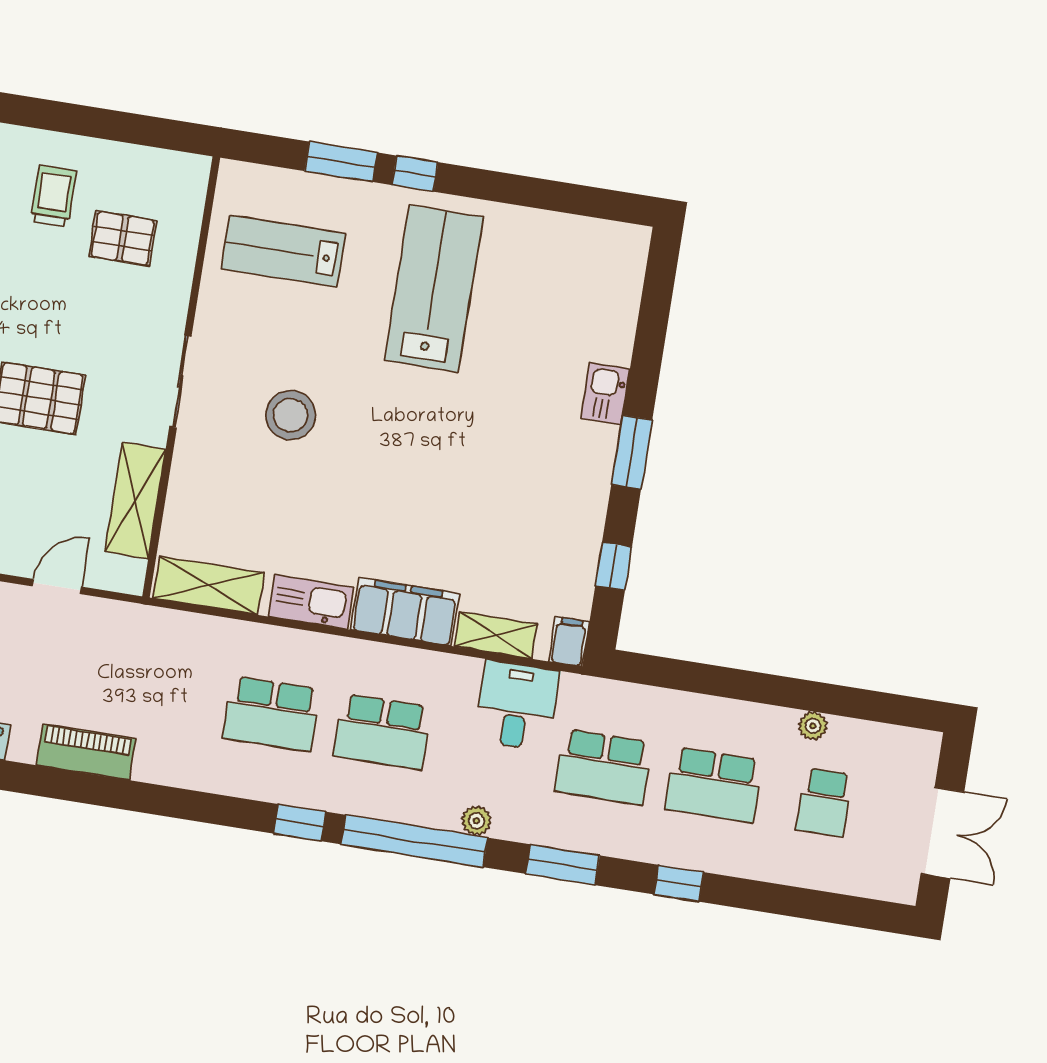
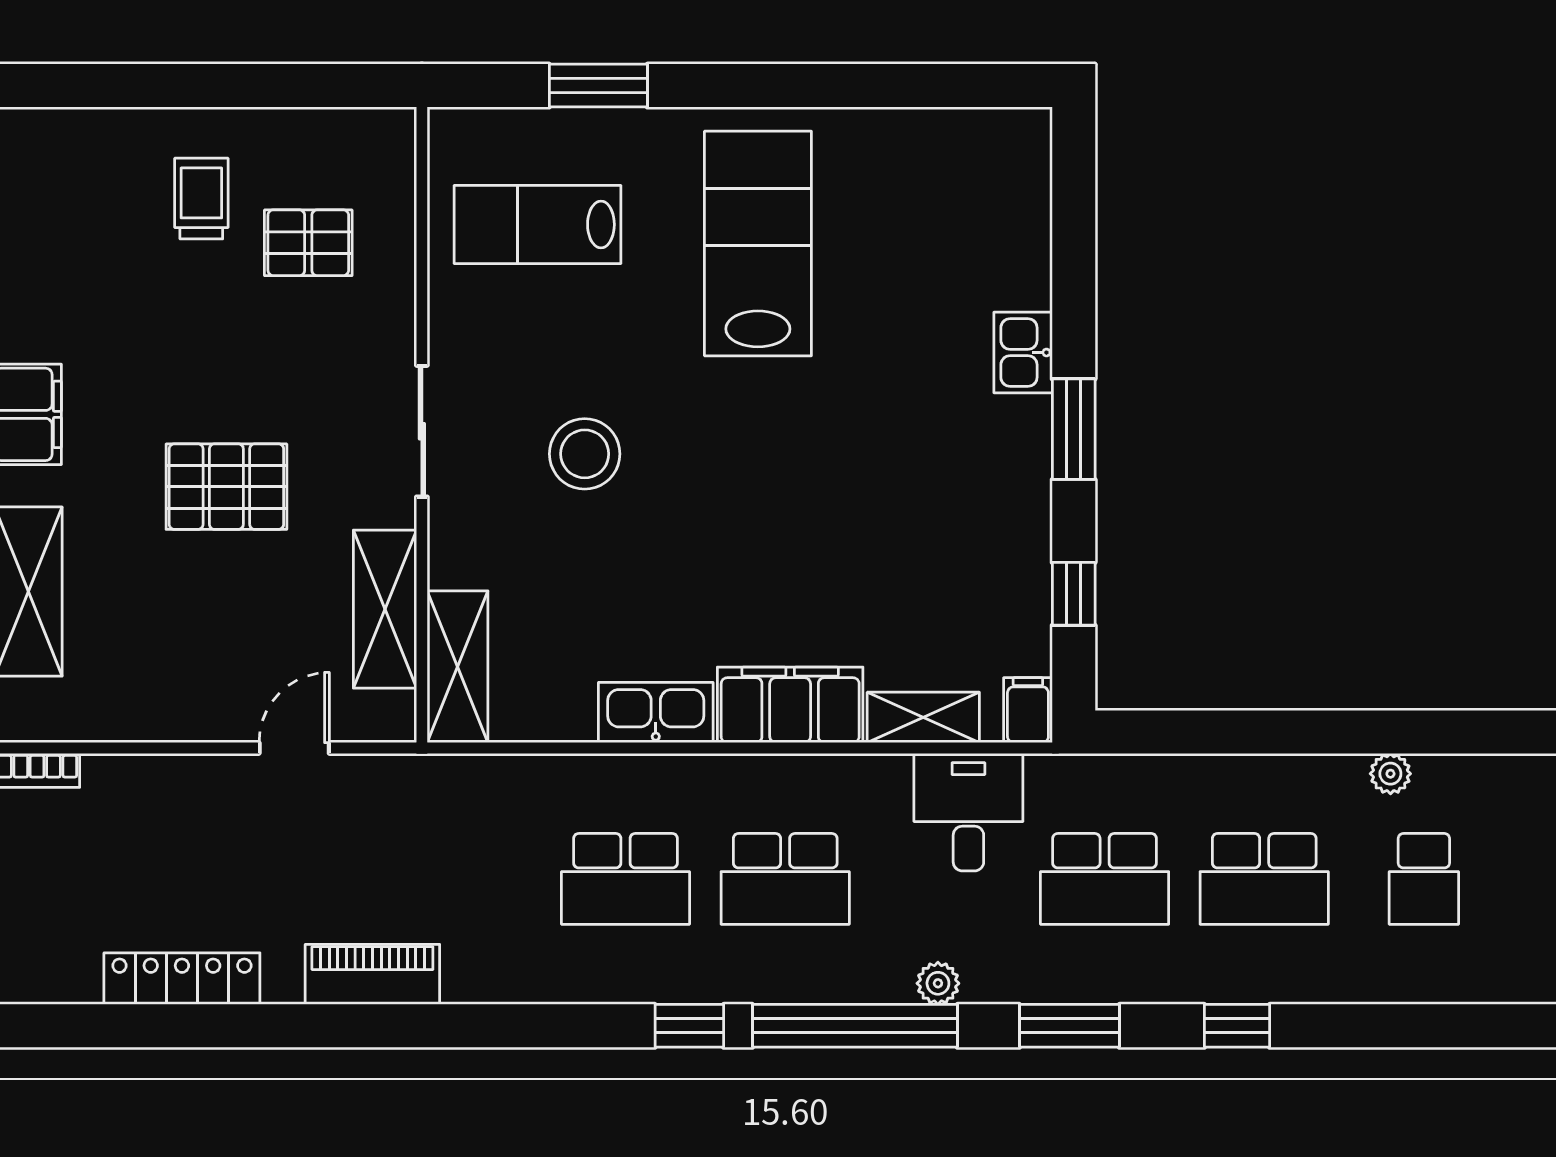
window: (415, 174) -> (705, 86), removed
shelving: (209, 585) -> (458, 667), moved, turned 90

